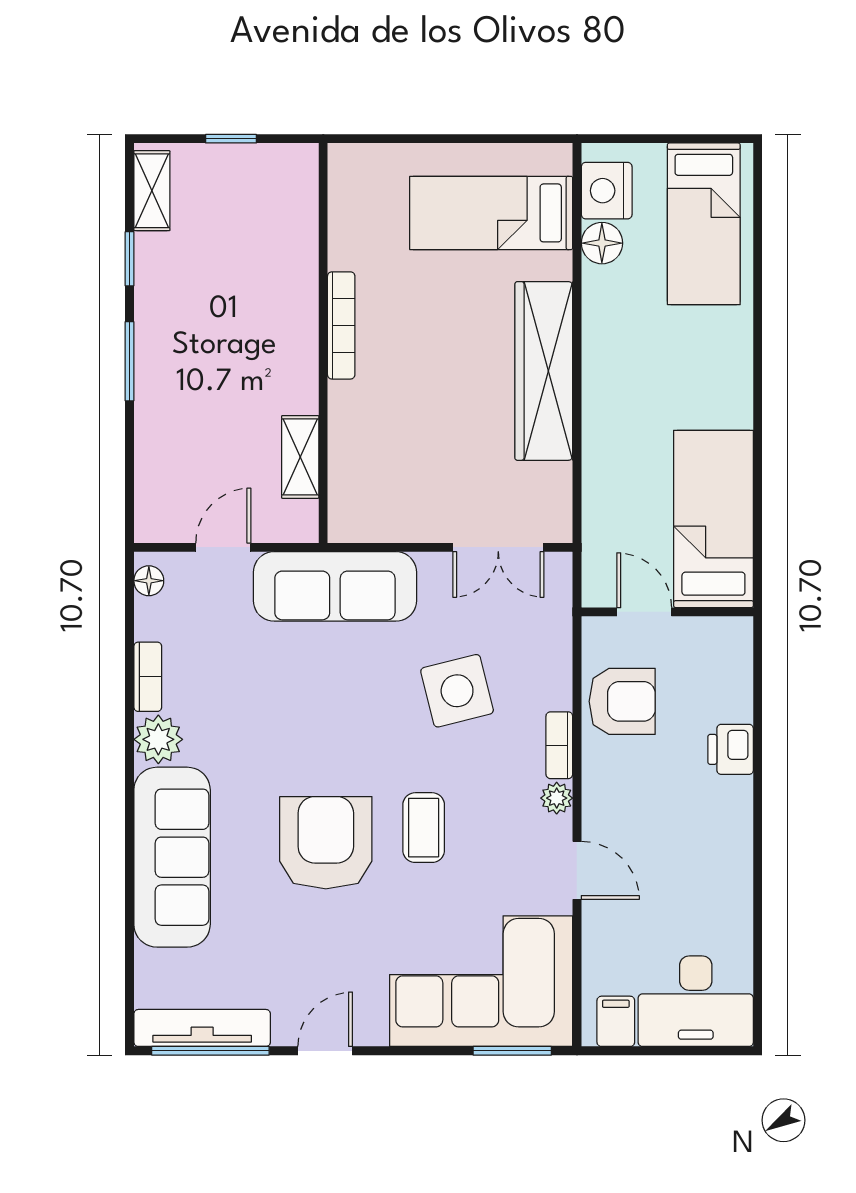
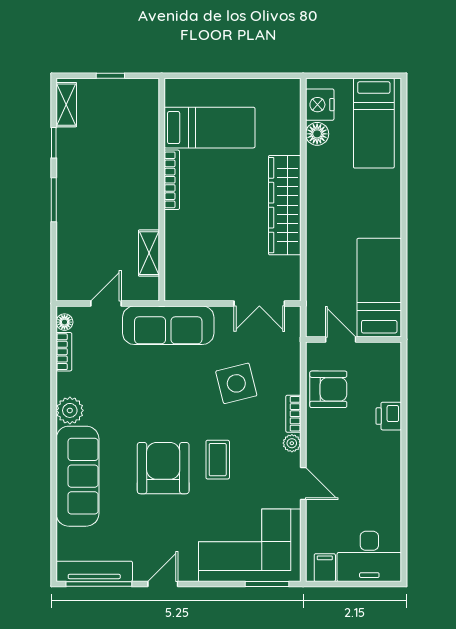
bed: (491, 213) -> (209, 128), moved, turned 180
bookcase: (148, 677) -> (64, 352), moved

